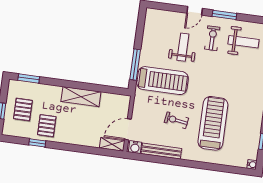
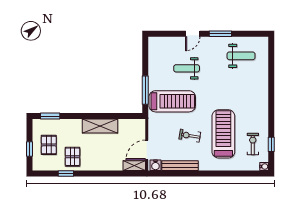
exercise bike: (212, 38) -> (253, 144), moved
weight bench: (183, 47) -> (187, 68), turned -90

